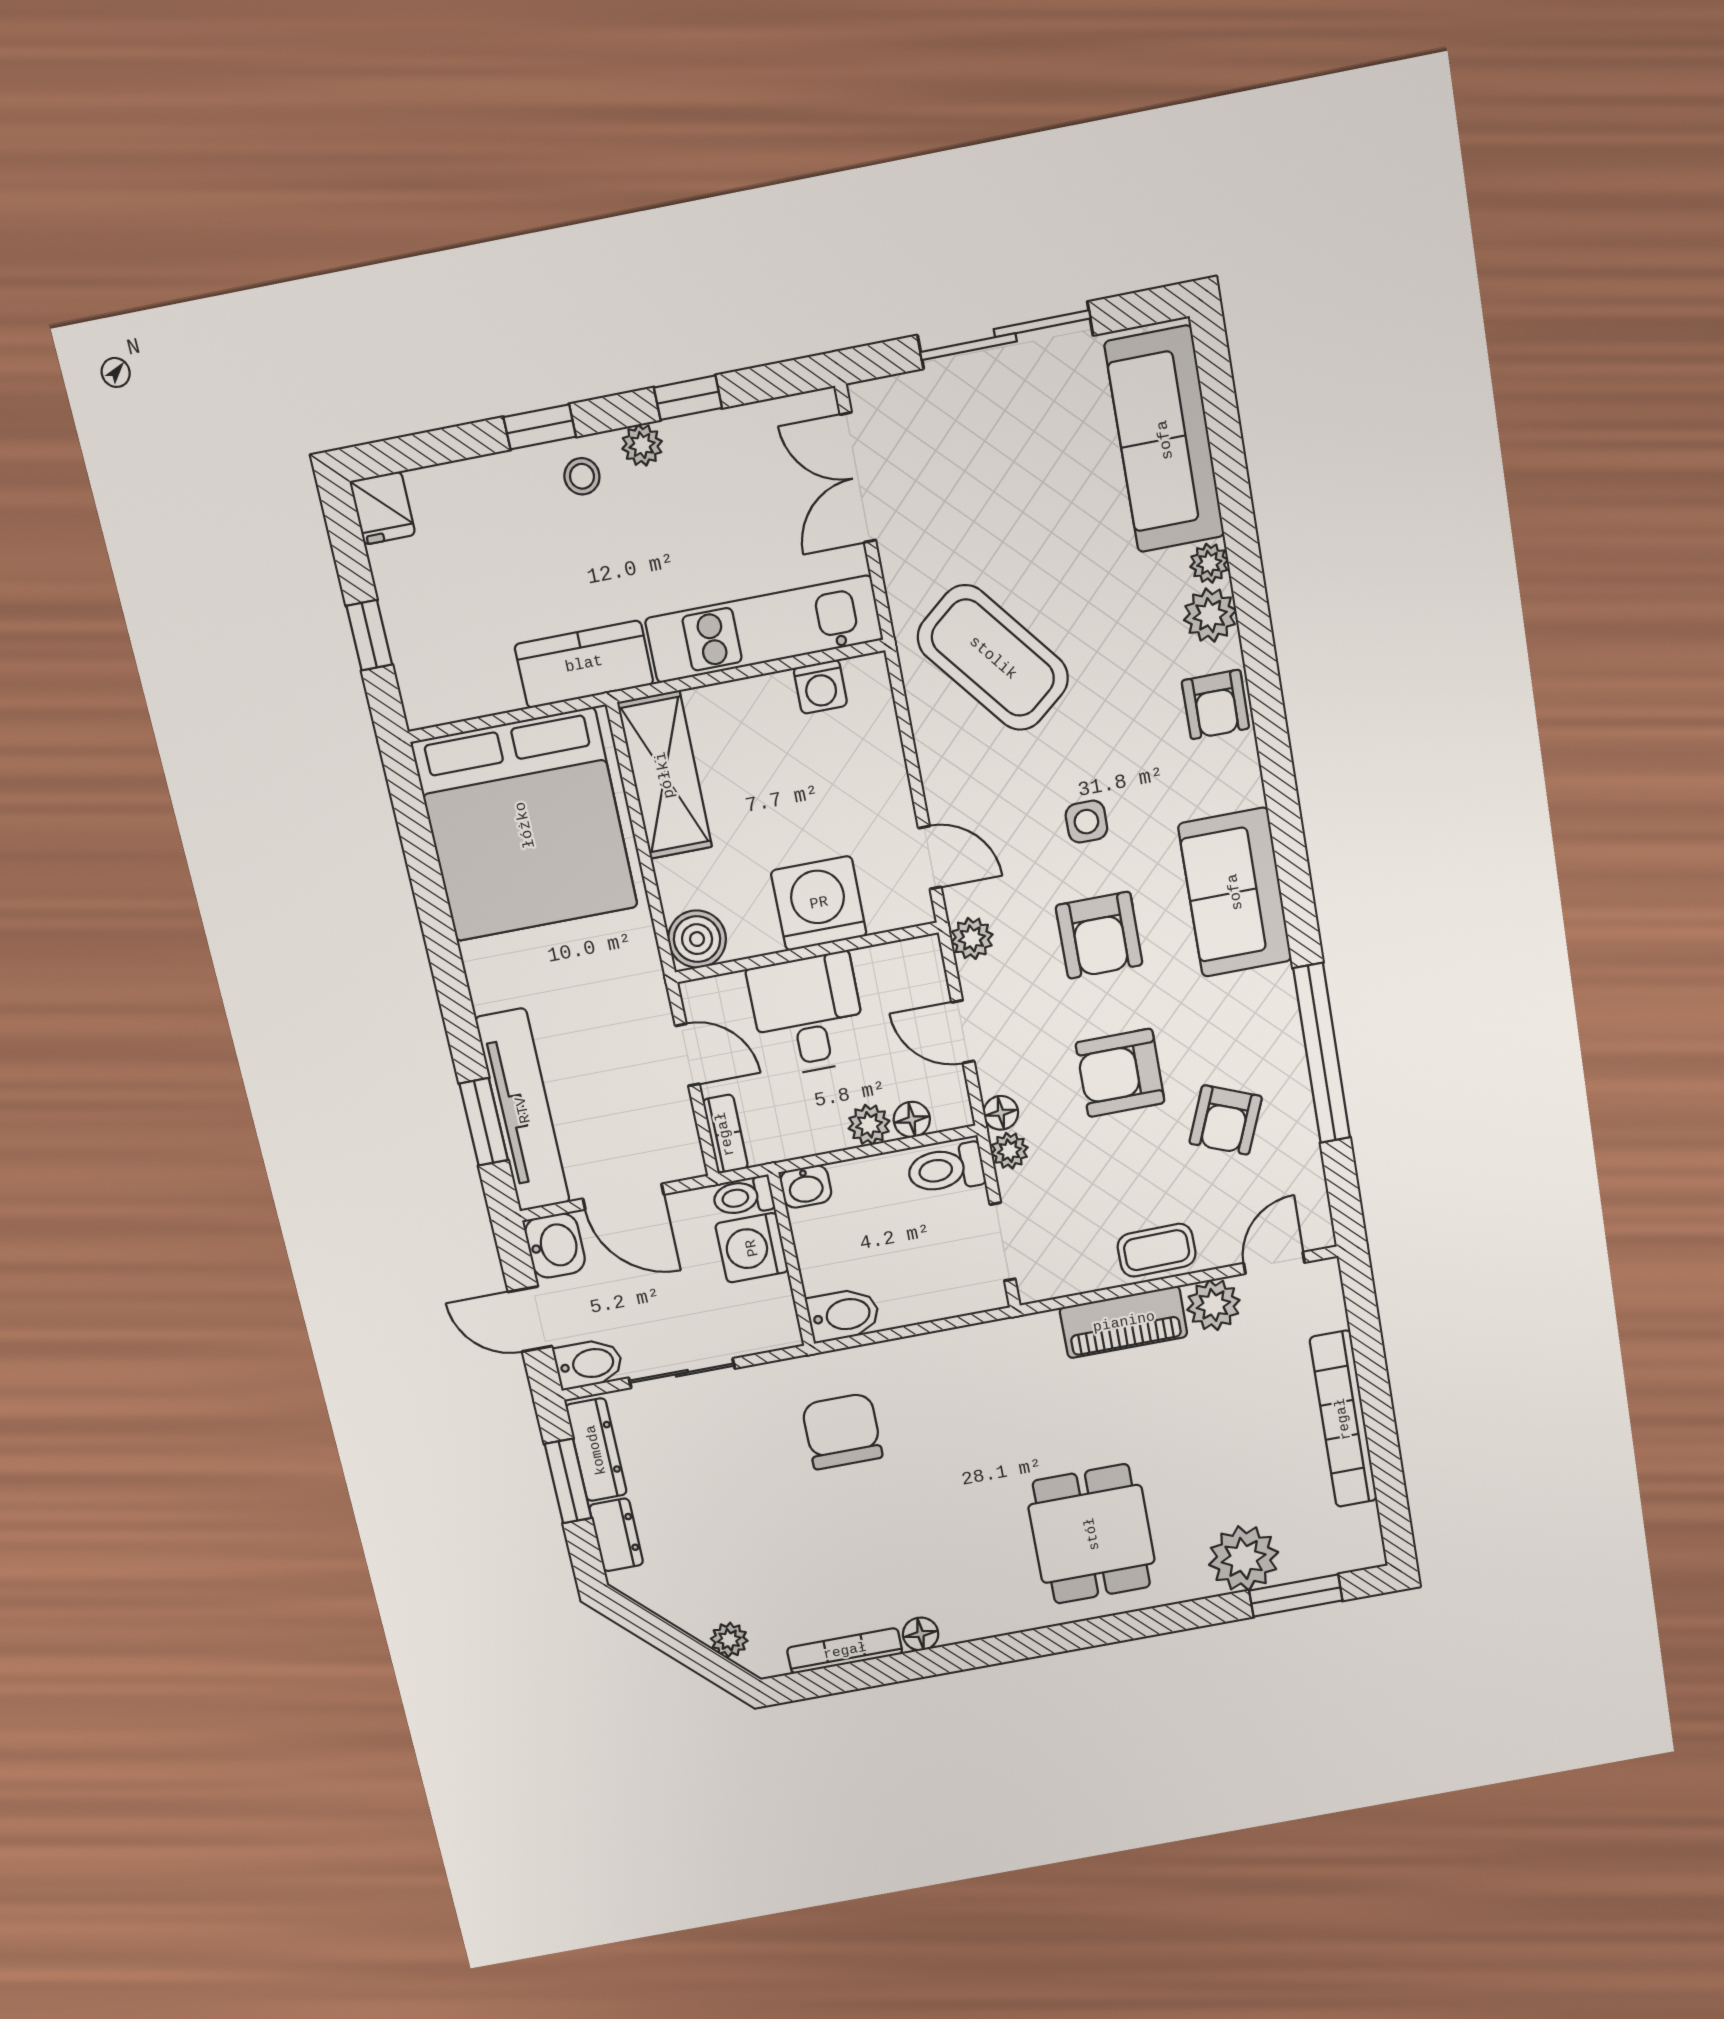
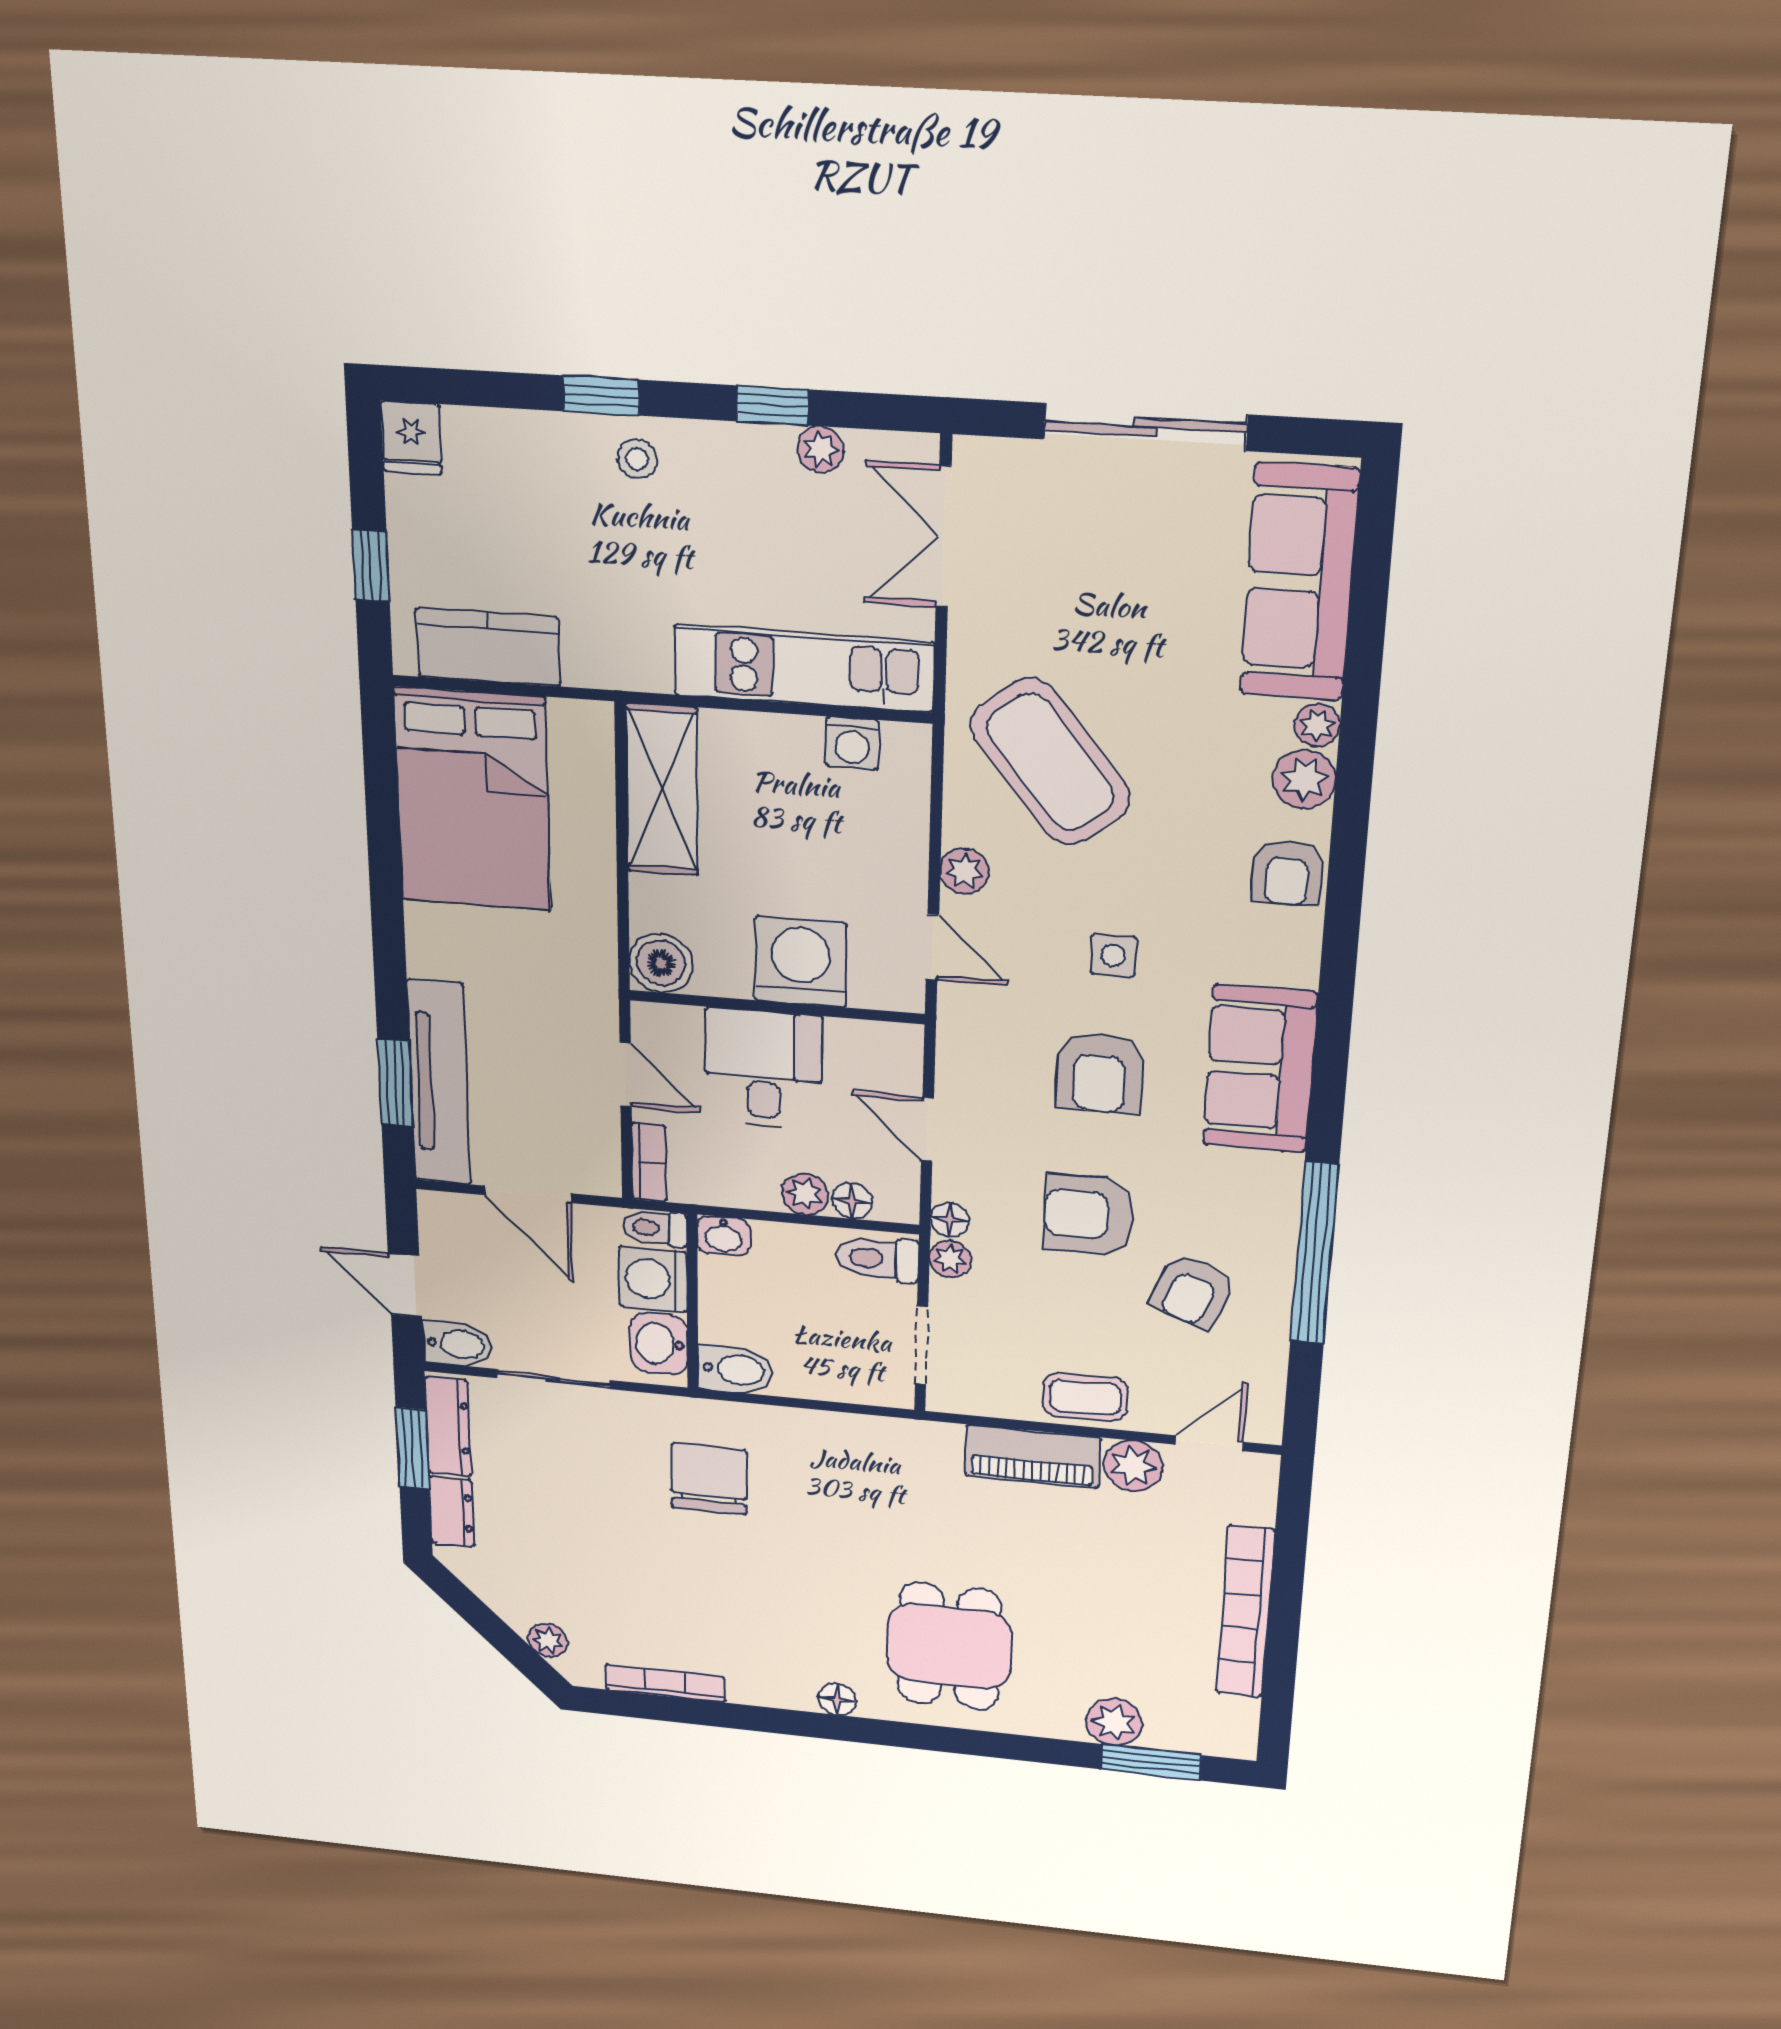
plant: (642, 445) -> (821, 449), moved
kitchen counter: (584, 664) -> (488, 647), moved
bed: (525, 825) -> (473, 799), width x0.73
plant: (972, 938) -> (964, 871), moved
washbasin: (555, 1246) -> (659, 1344), moved, turned 180
plant: (1244, 1558) -> (1114, 1722), width x0.73, depth x0.73
floor lamp: (921, 1634) -> (837, 1699), moved

